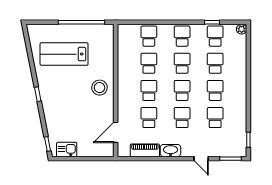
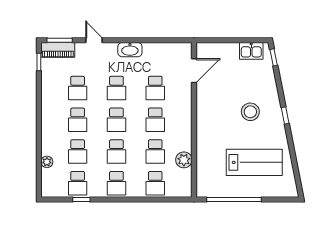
plant: (242, 29) -> (47, 162), moved
plant: (124, 56) -> (184, 160), added
stool: (99, 88) -> (250, 112), moved
piano: (145, 150) -> (58, 50), moved

